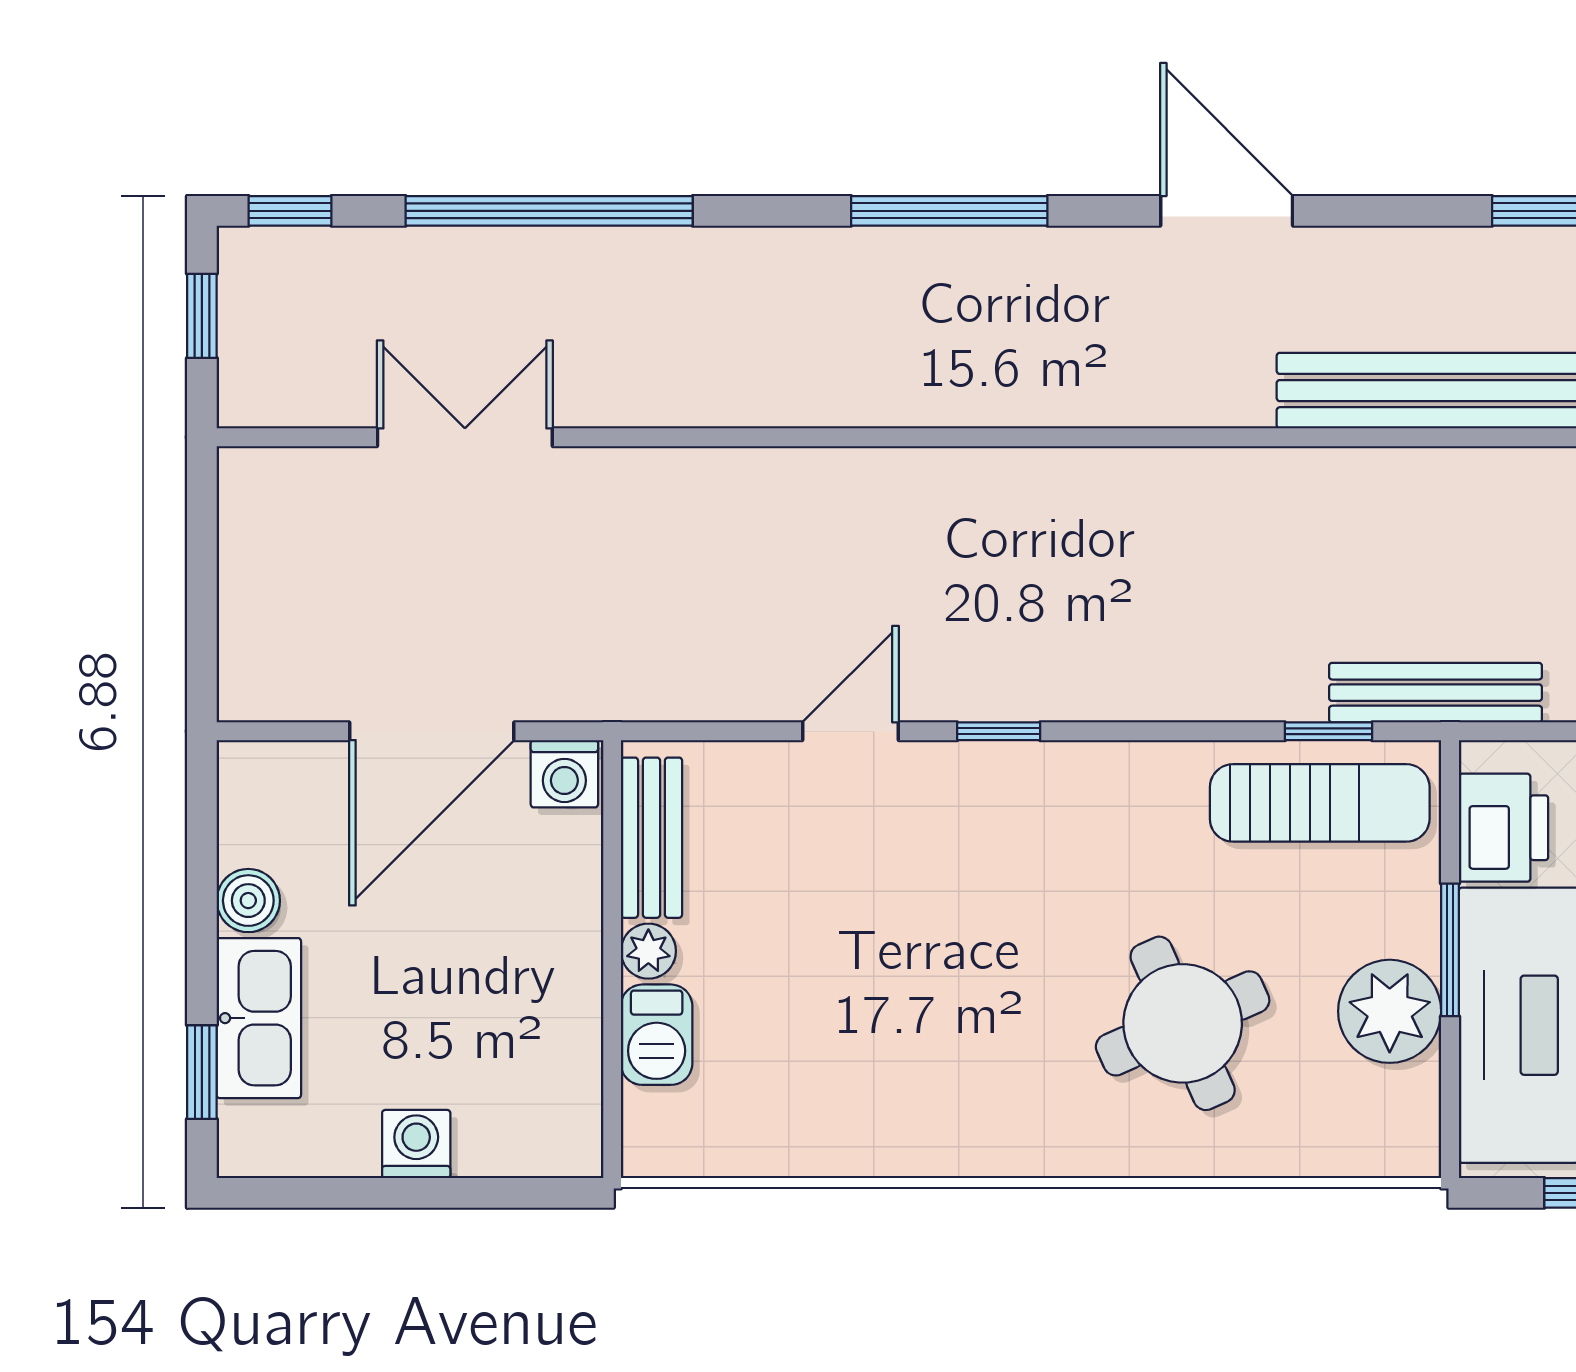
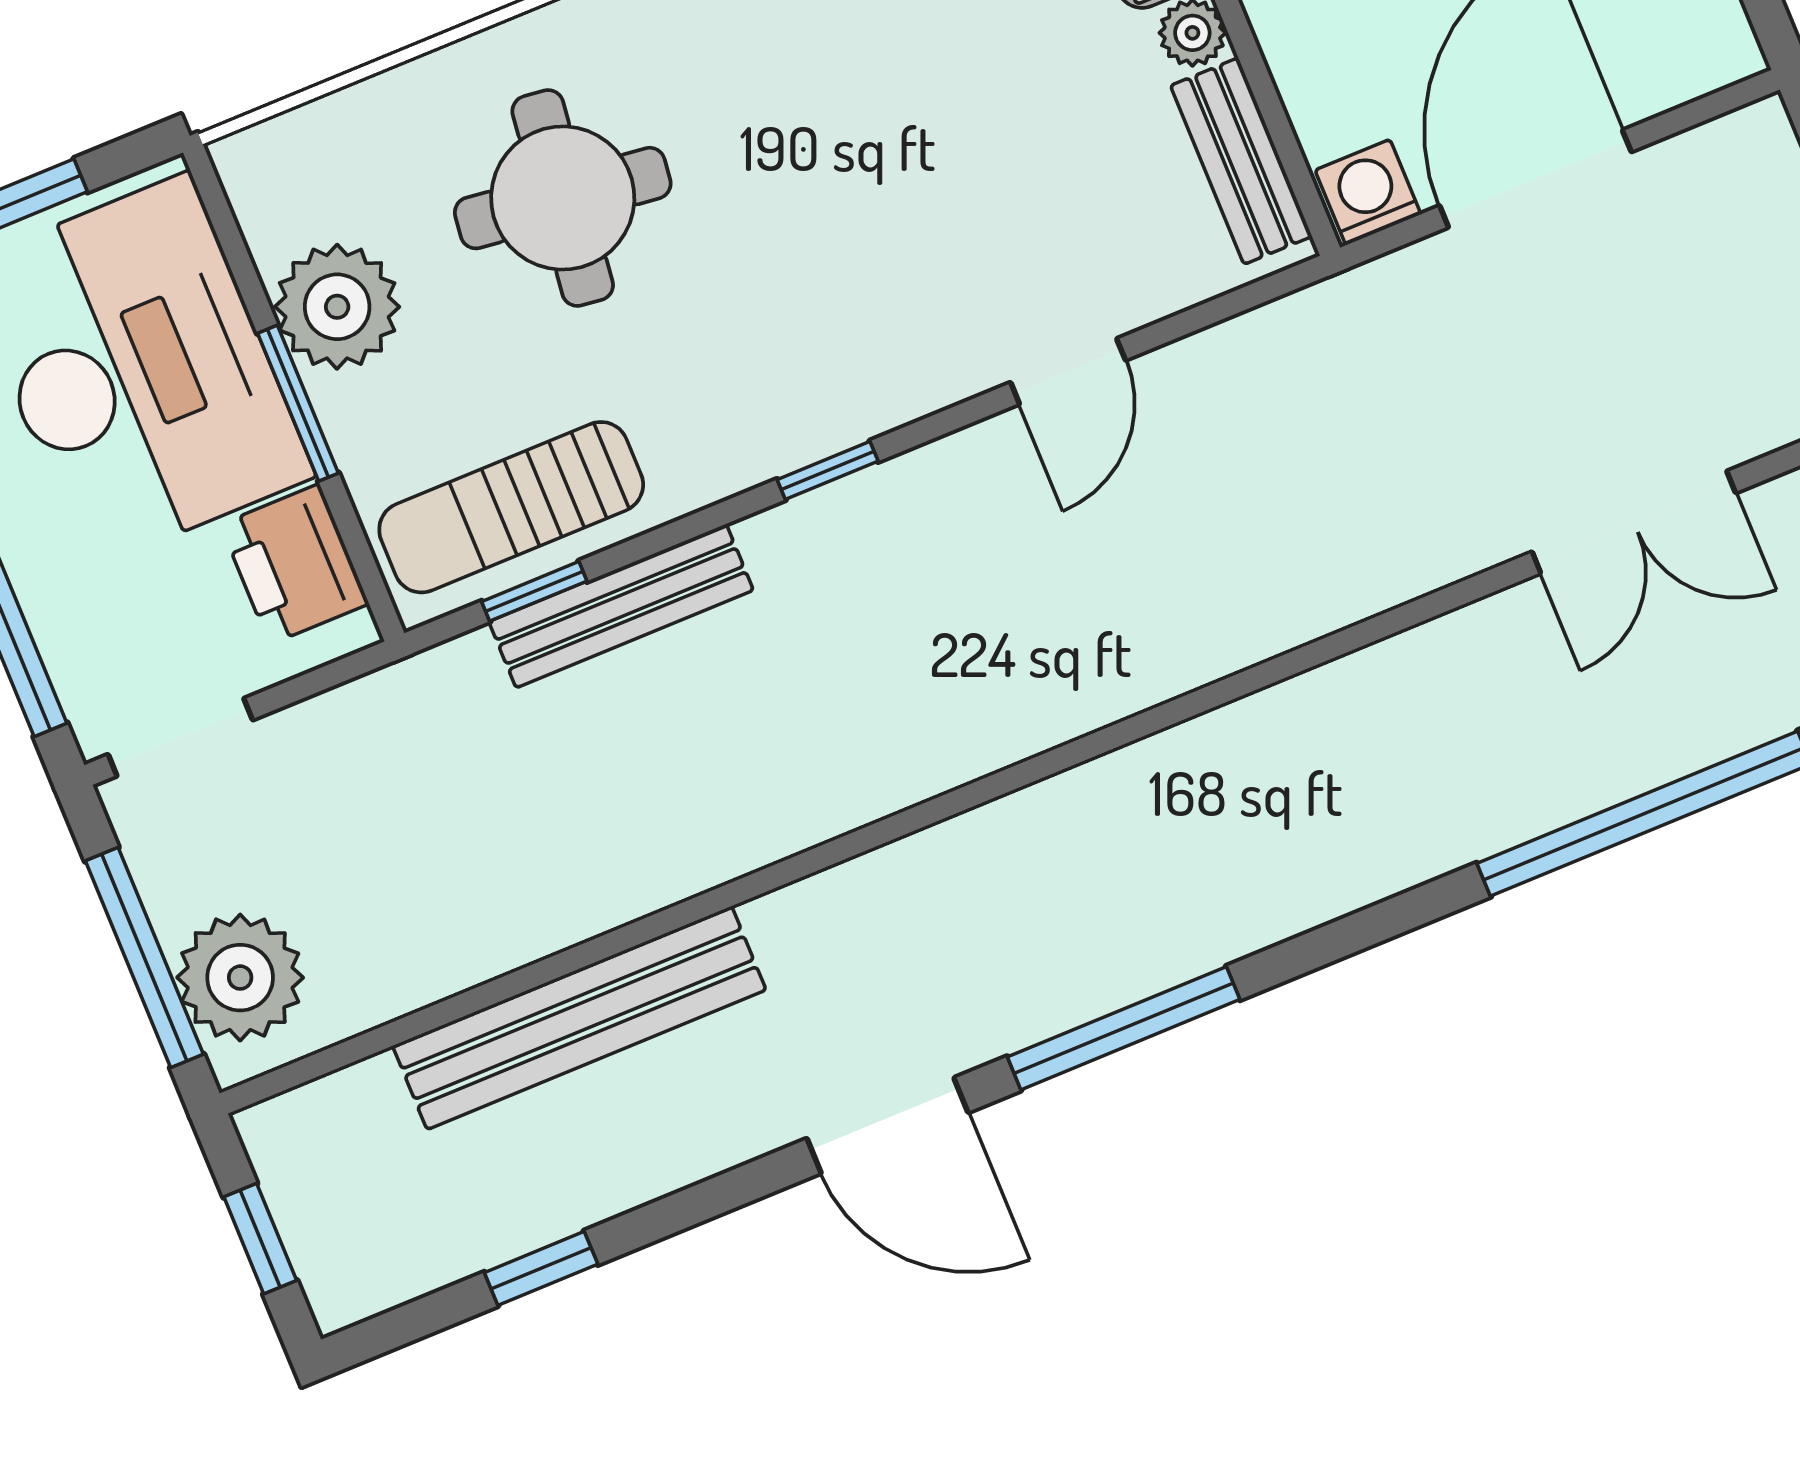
window: (949, 211) -> (1124, 1028), moved
bench: (1435, 693) -> (621, 606), moved
window: (999, 731) -> (828, 470), moved
round table: (1183, 1023) -> (563, 198), turned 31

